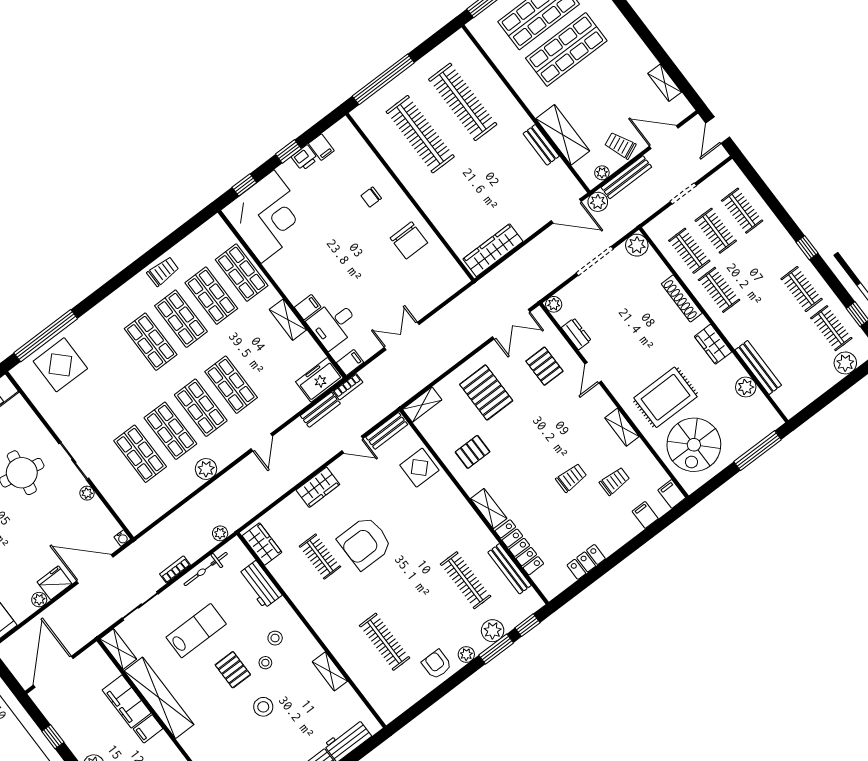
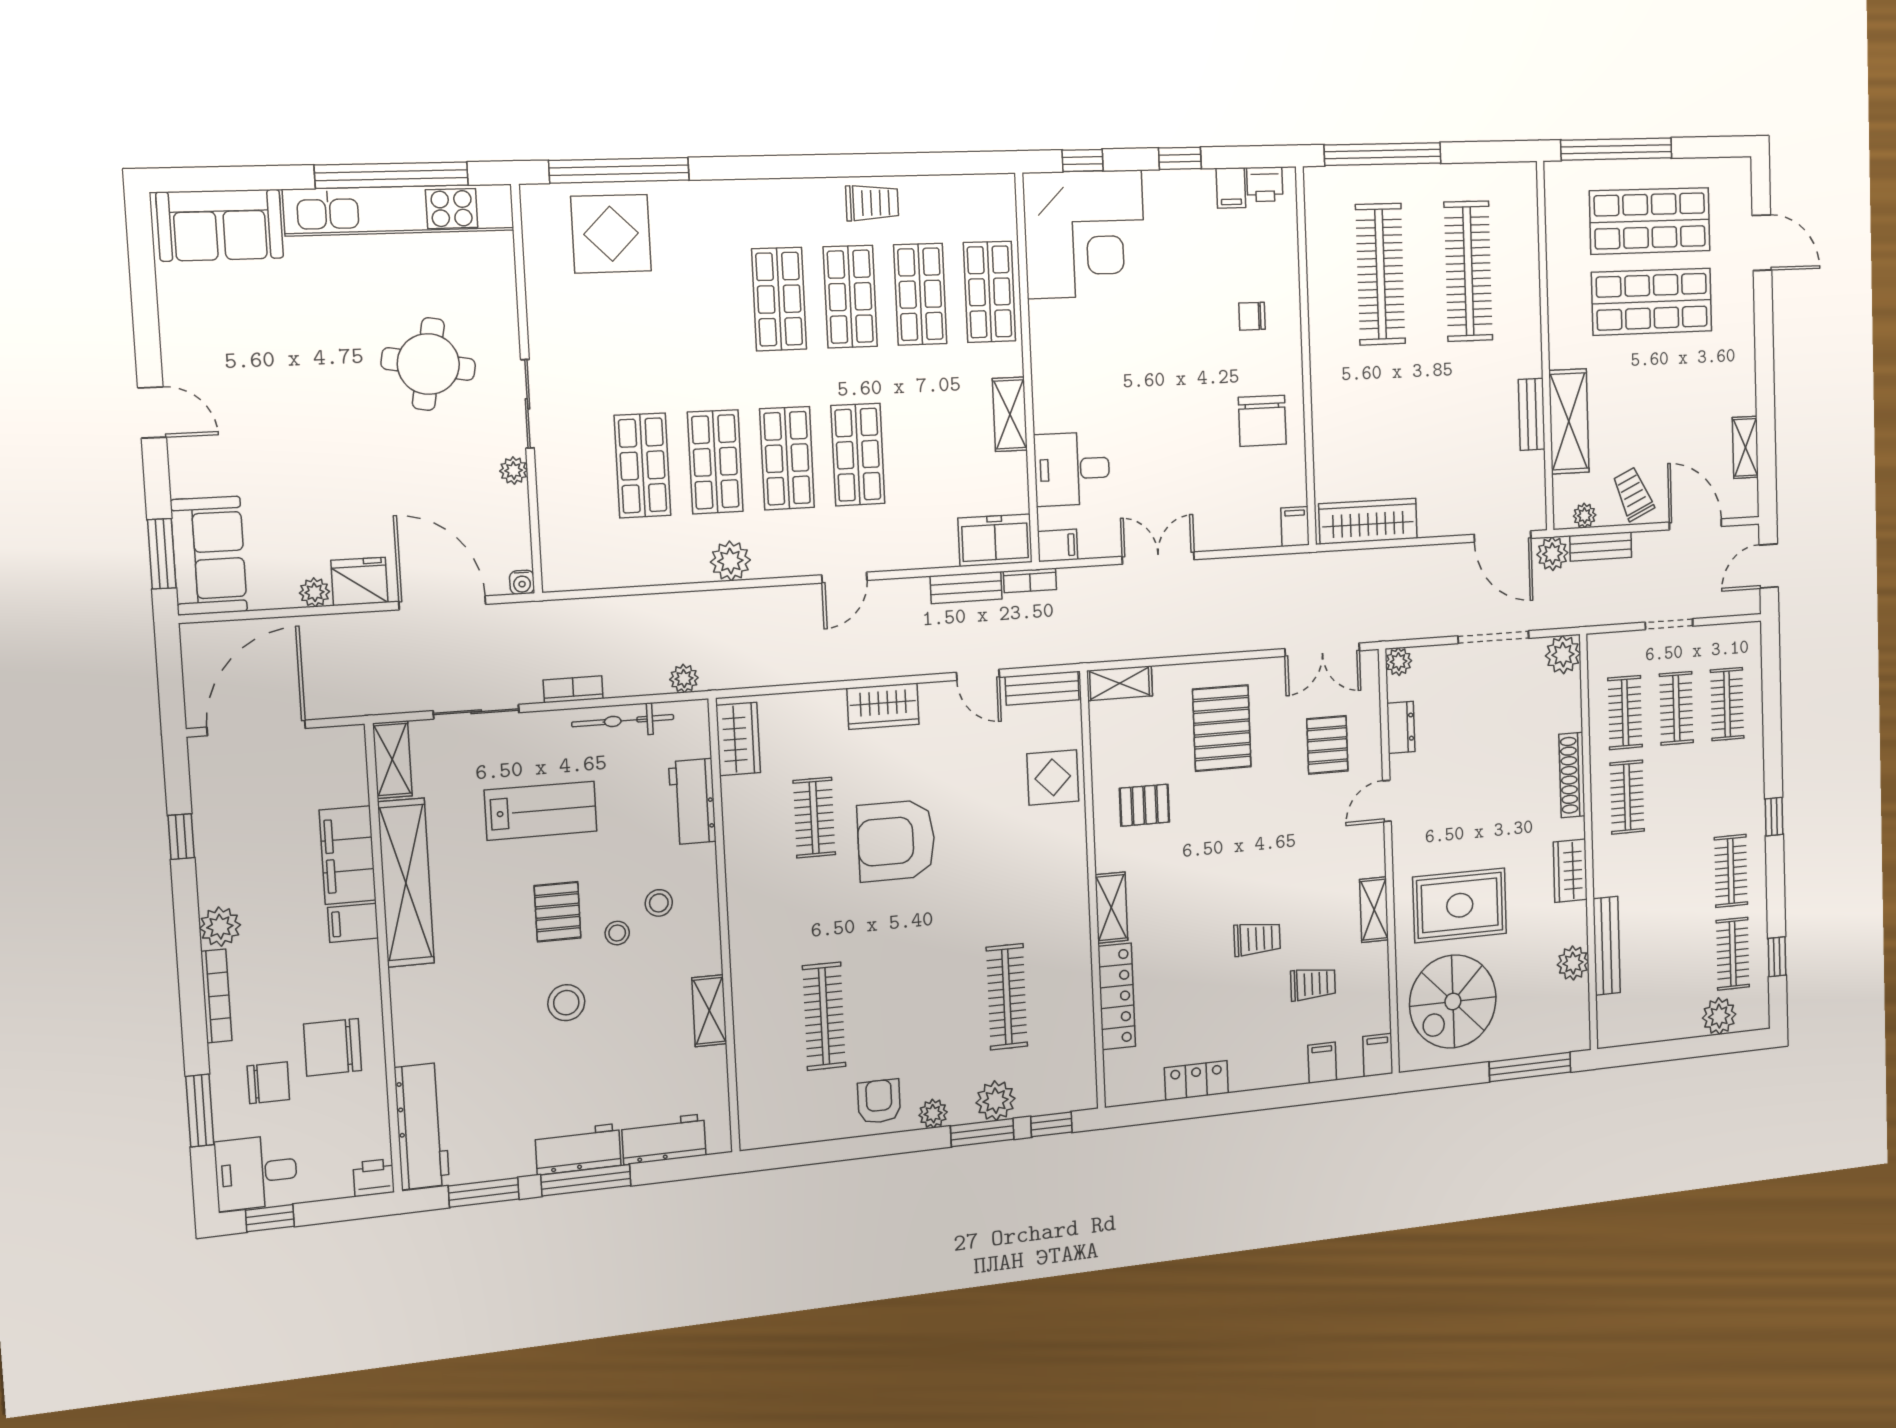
printer: (305, 158) -> (1265, 184), moved
bench: (626, 177) -> (1601, 547), width x0.73
filing cabinet: (308, 307) -> (1295, 527), moved, turned -90
bench: (510, 569) -> (1082, 1020), removed

